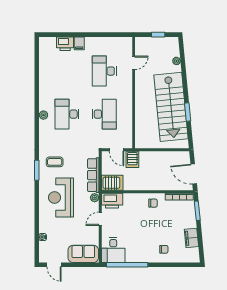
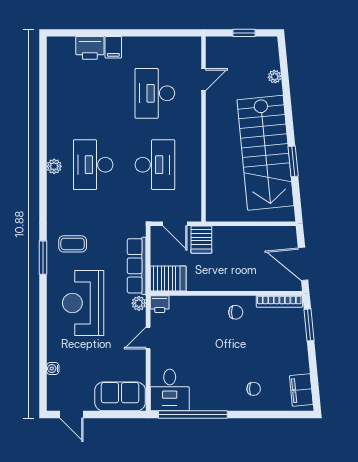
printer: (112, 201) -> (160, 304), width x0.53, depth x0.68
filing cabinet: (191, 238) -> (301, 390), moved

